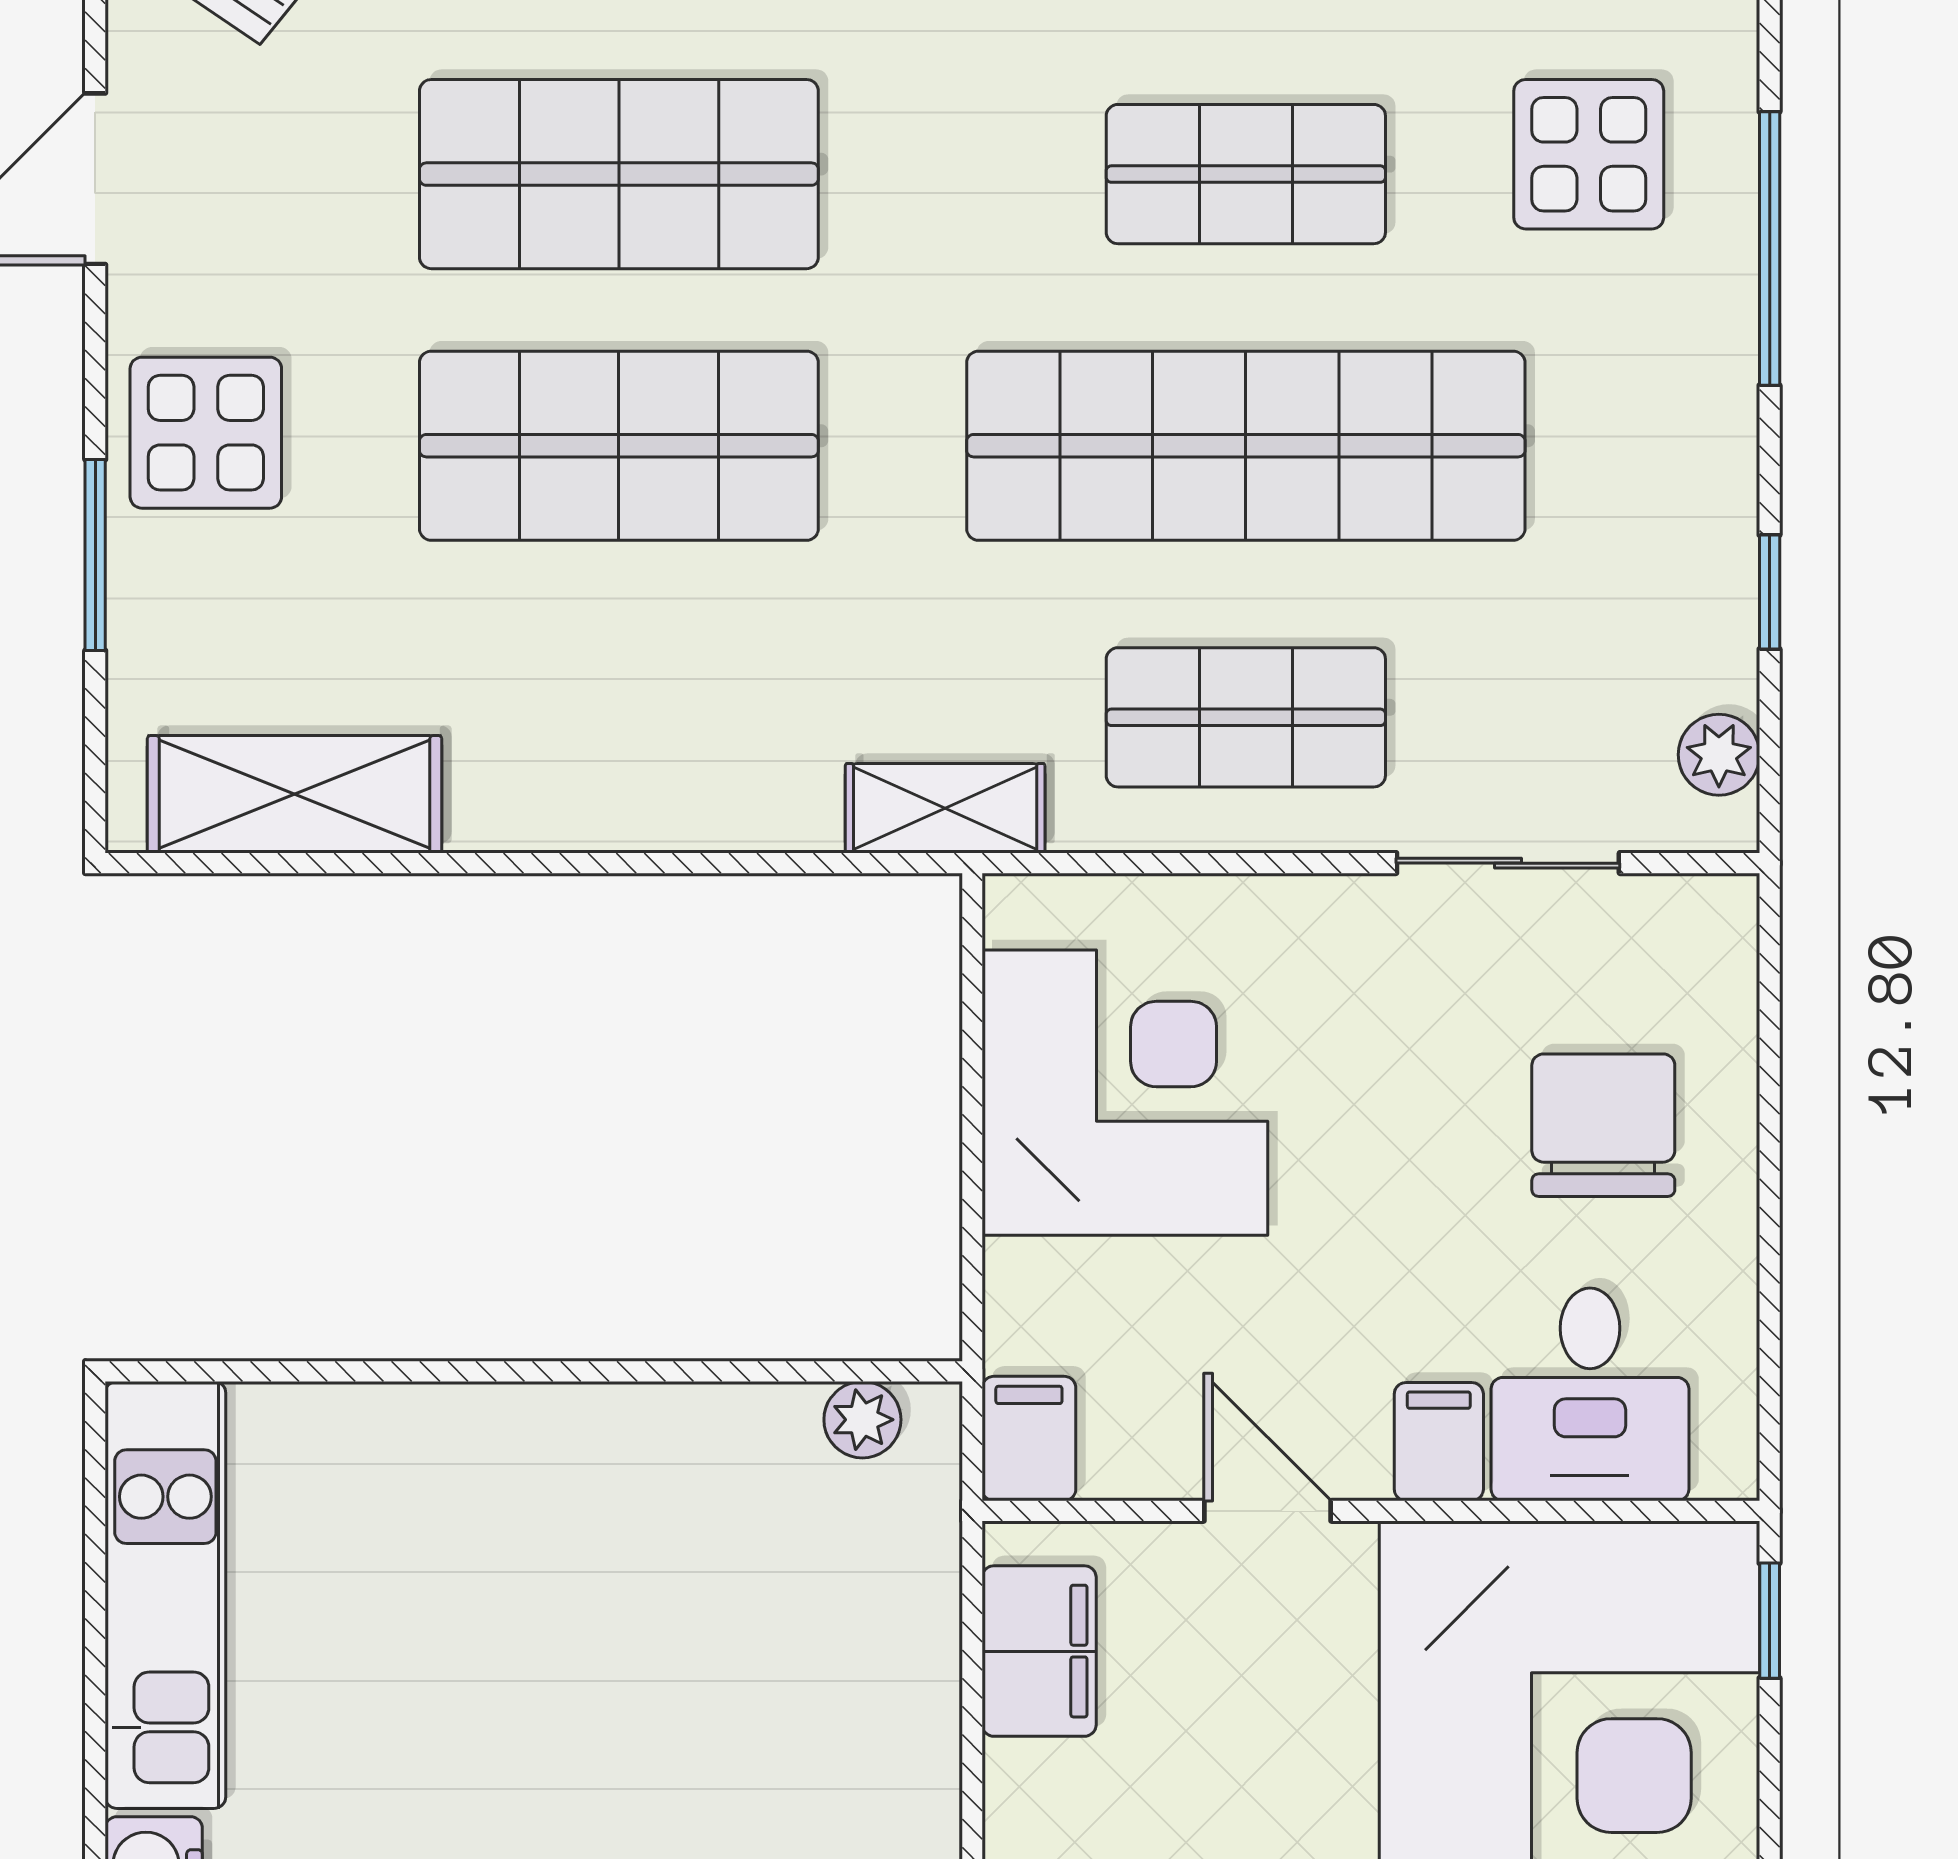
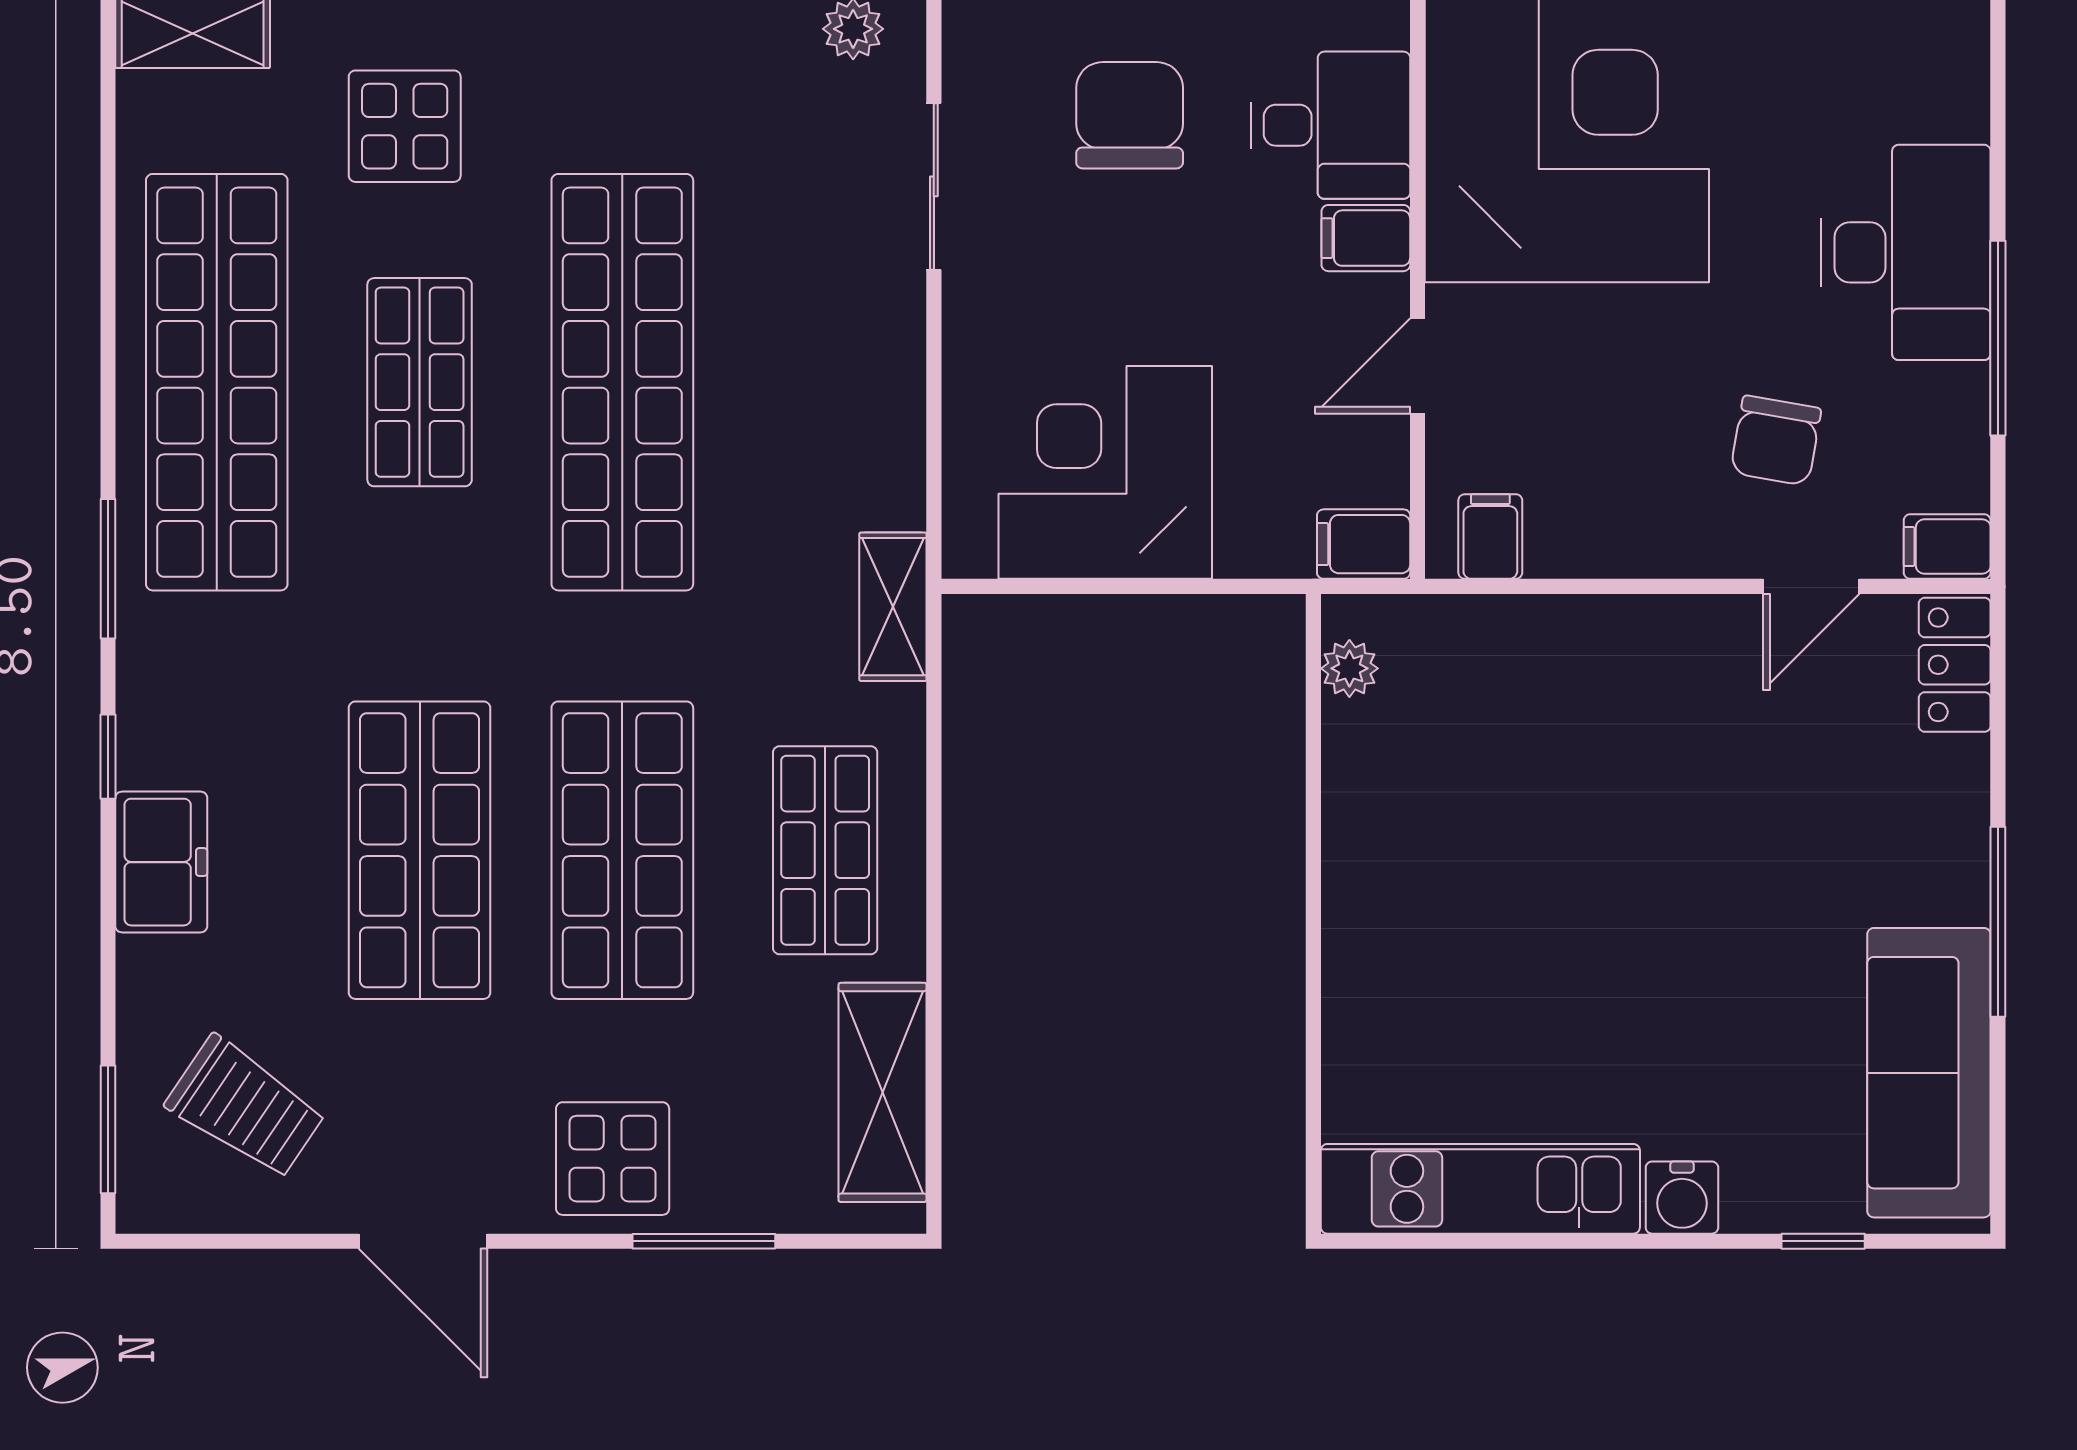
shop shelf: (1246, 717) -> (825, 850), moved
chair: (1603, 1125) -> (1130, 115), turned 90
filing cabinet: (1039, 1651) -> (1490, 536), width x0.50

